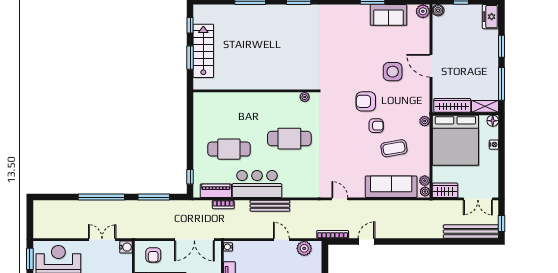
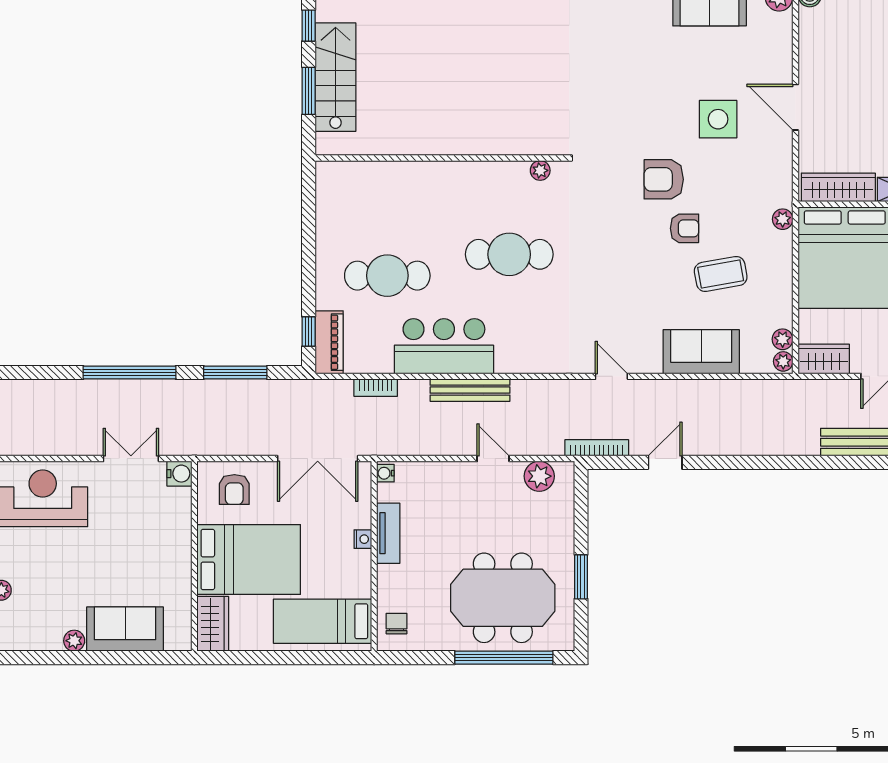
sofa: (391, 187) -> (701, 352), width x0.73
piano: (216, 191) -> (329, 342), moved, turned 90

